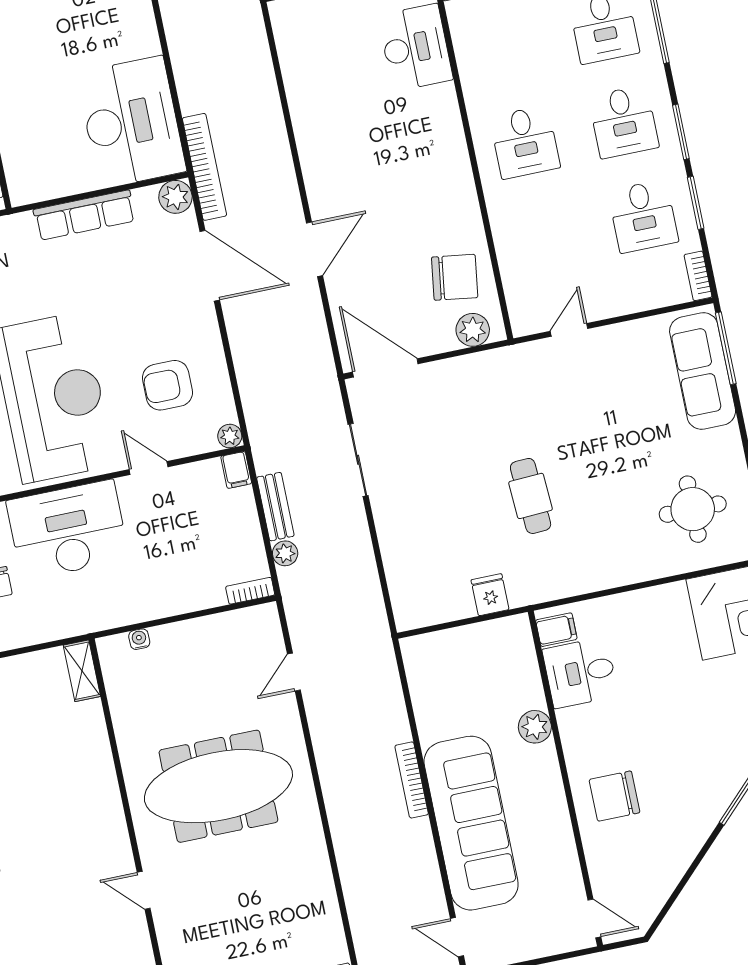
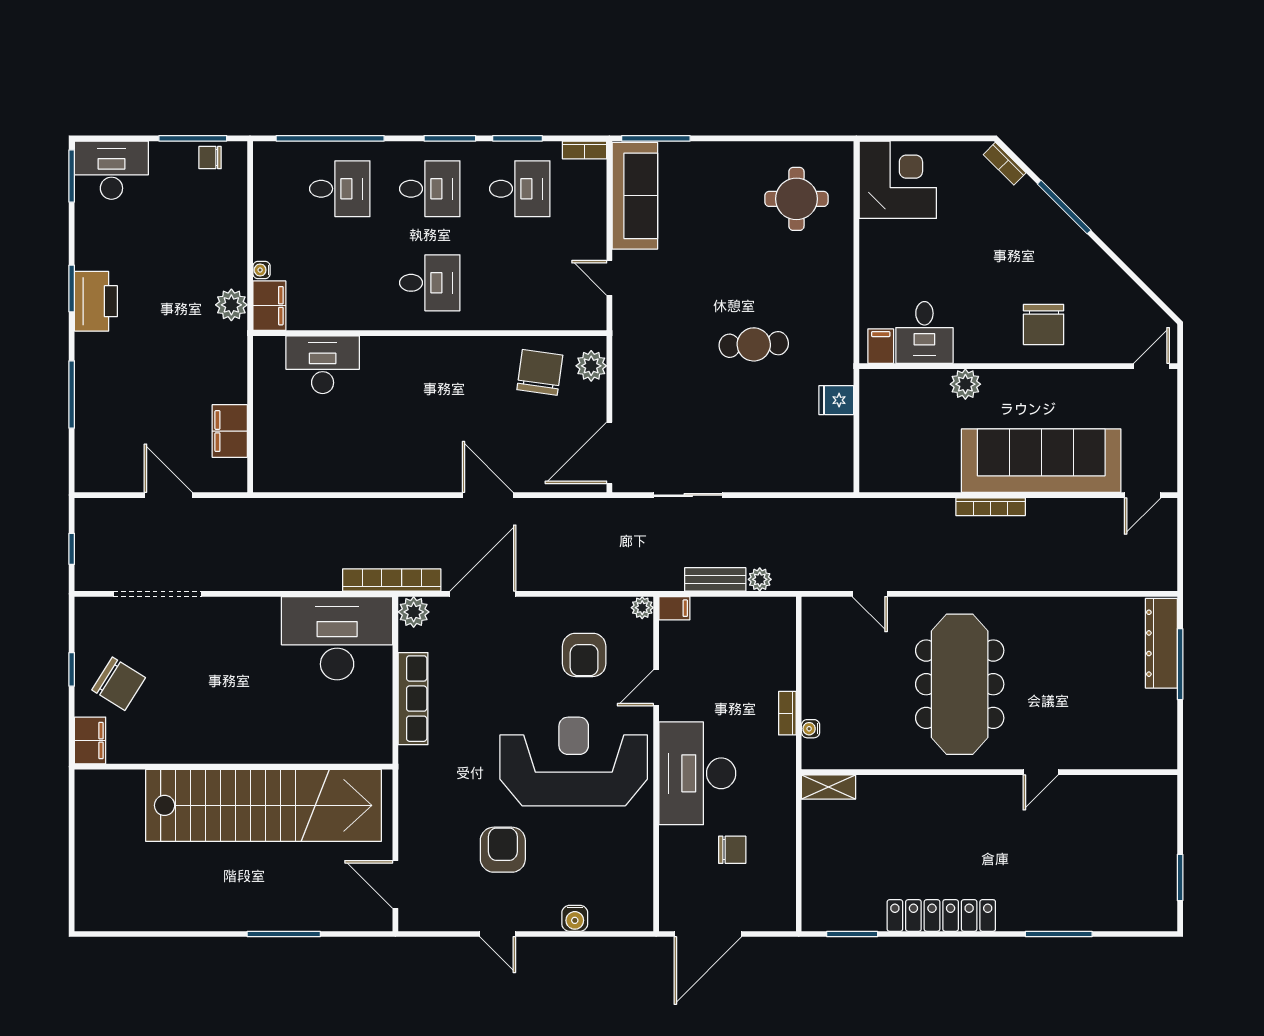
sofa: (703, 371) -> (635, 196), moved, turned -90
bookcase: (250, 591) -> (787, 713), moved

